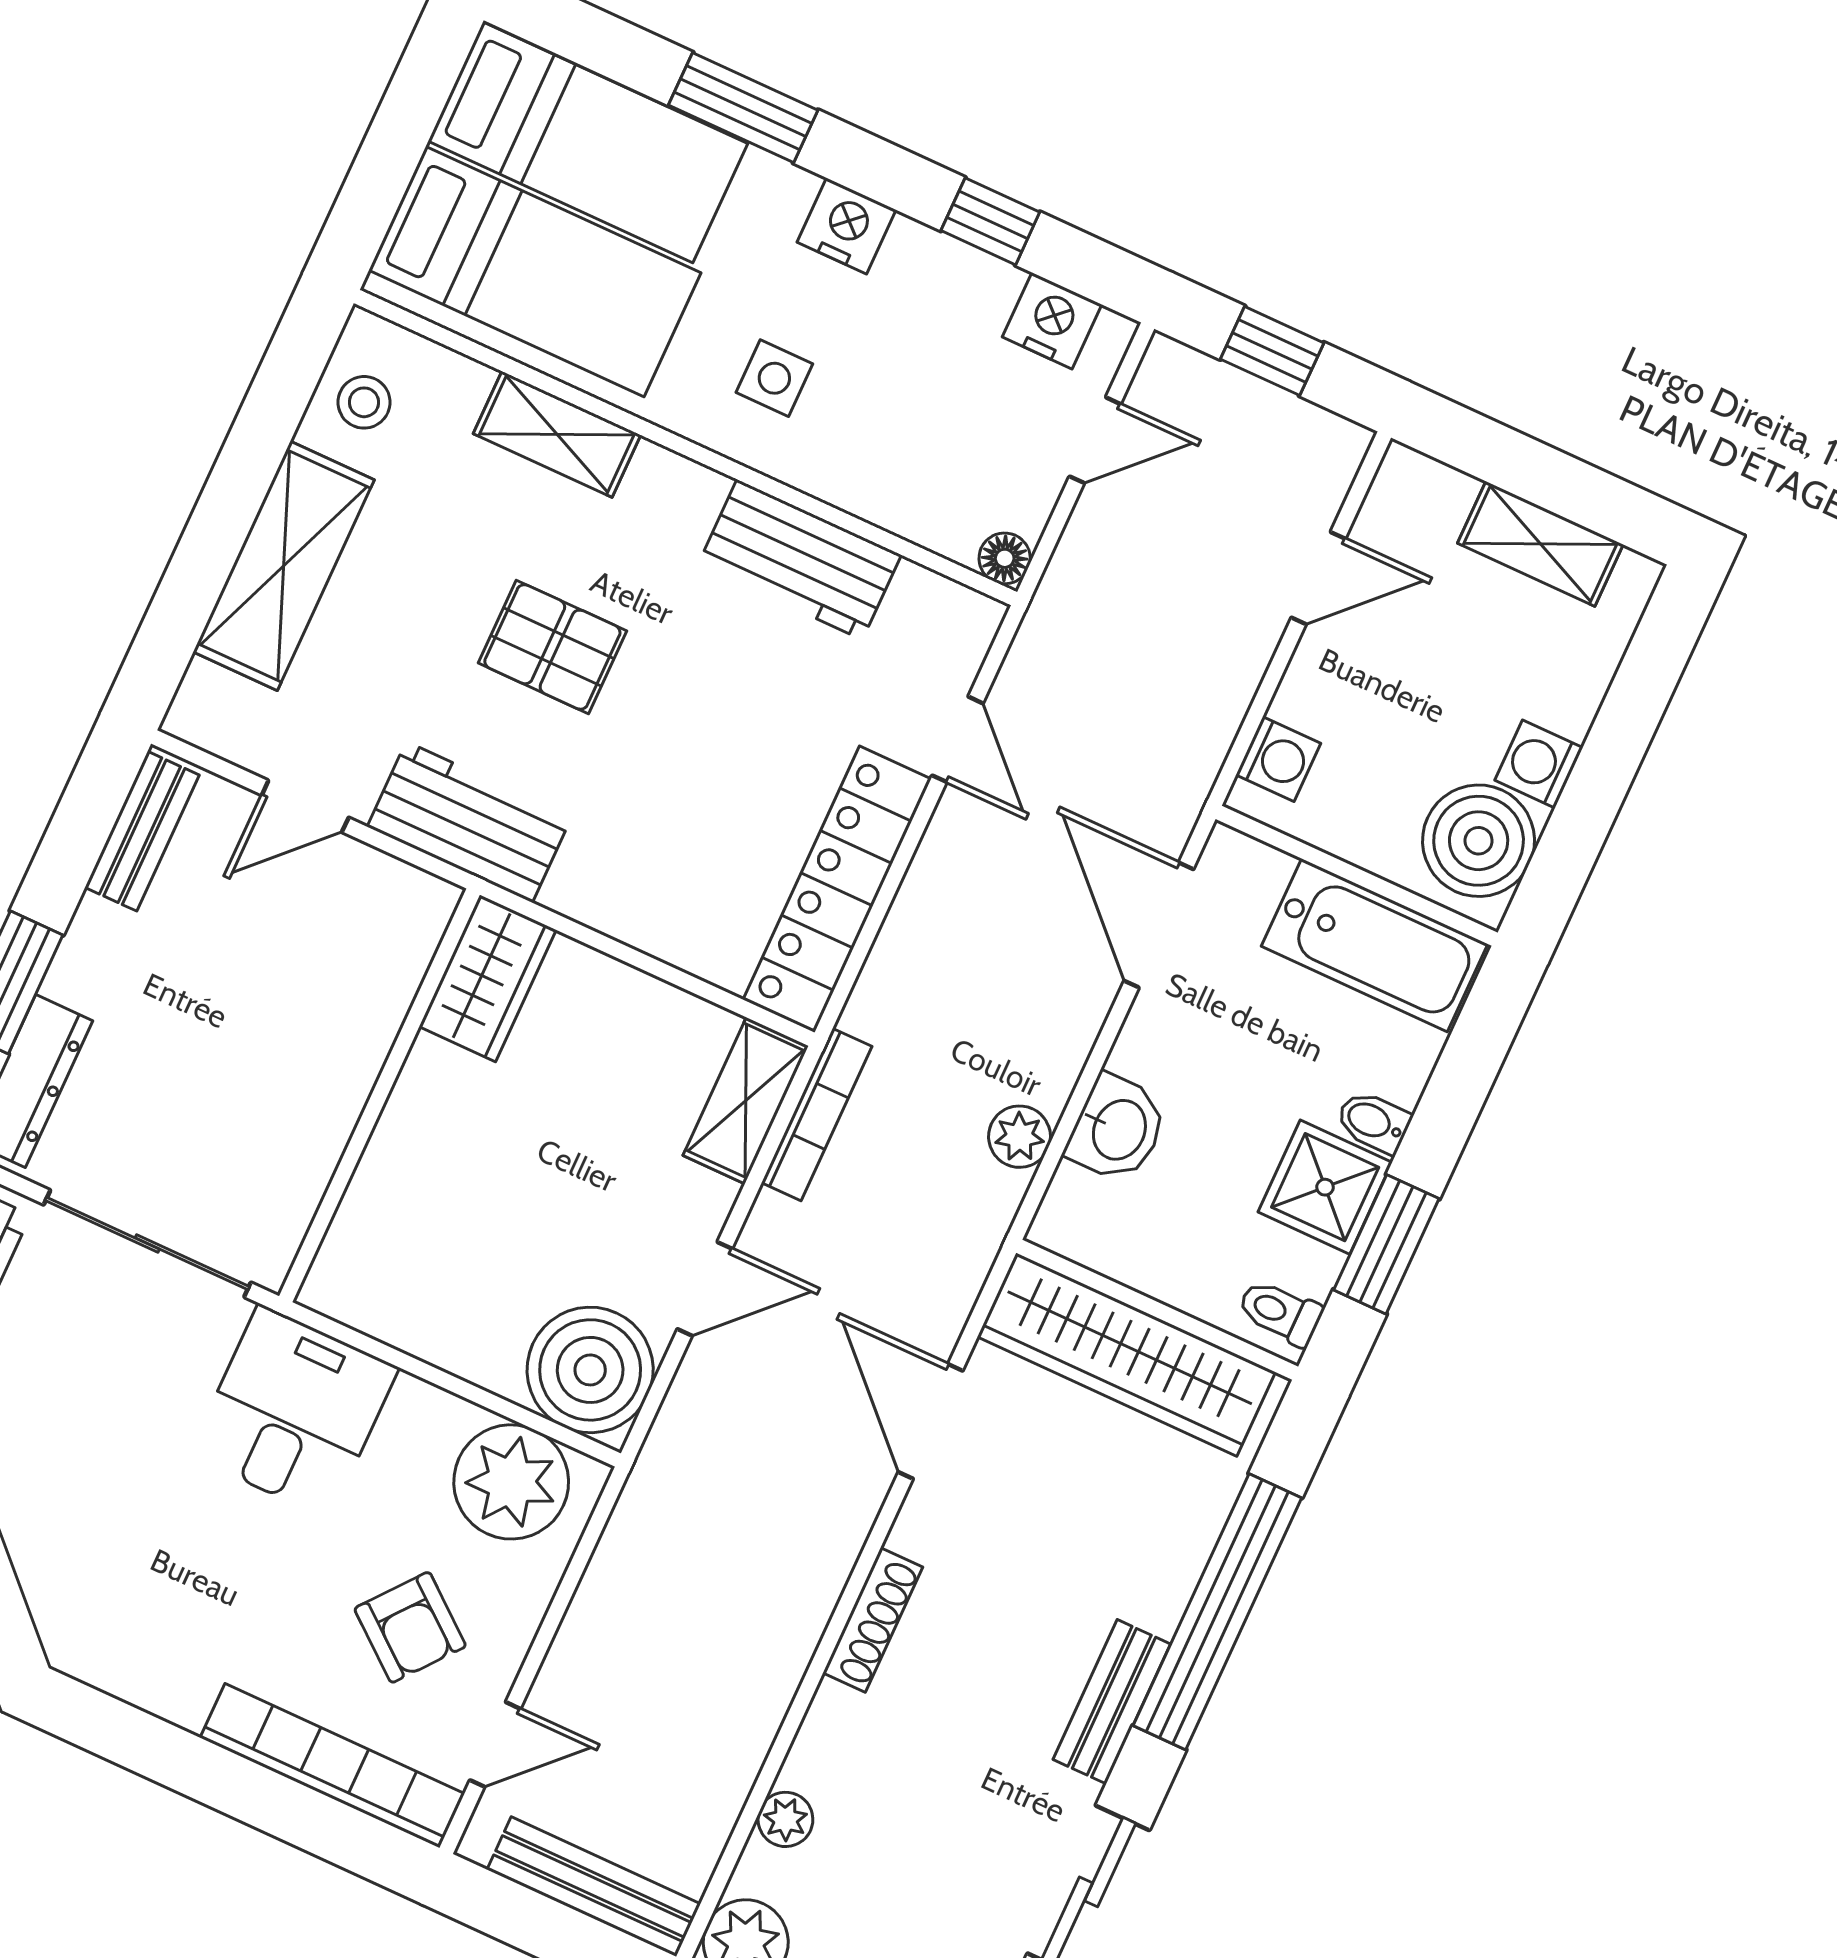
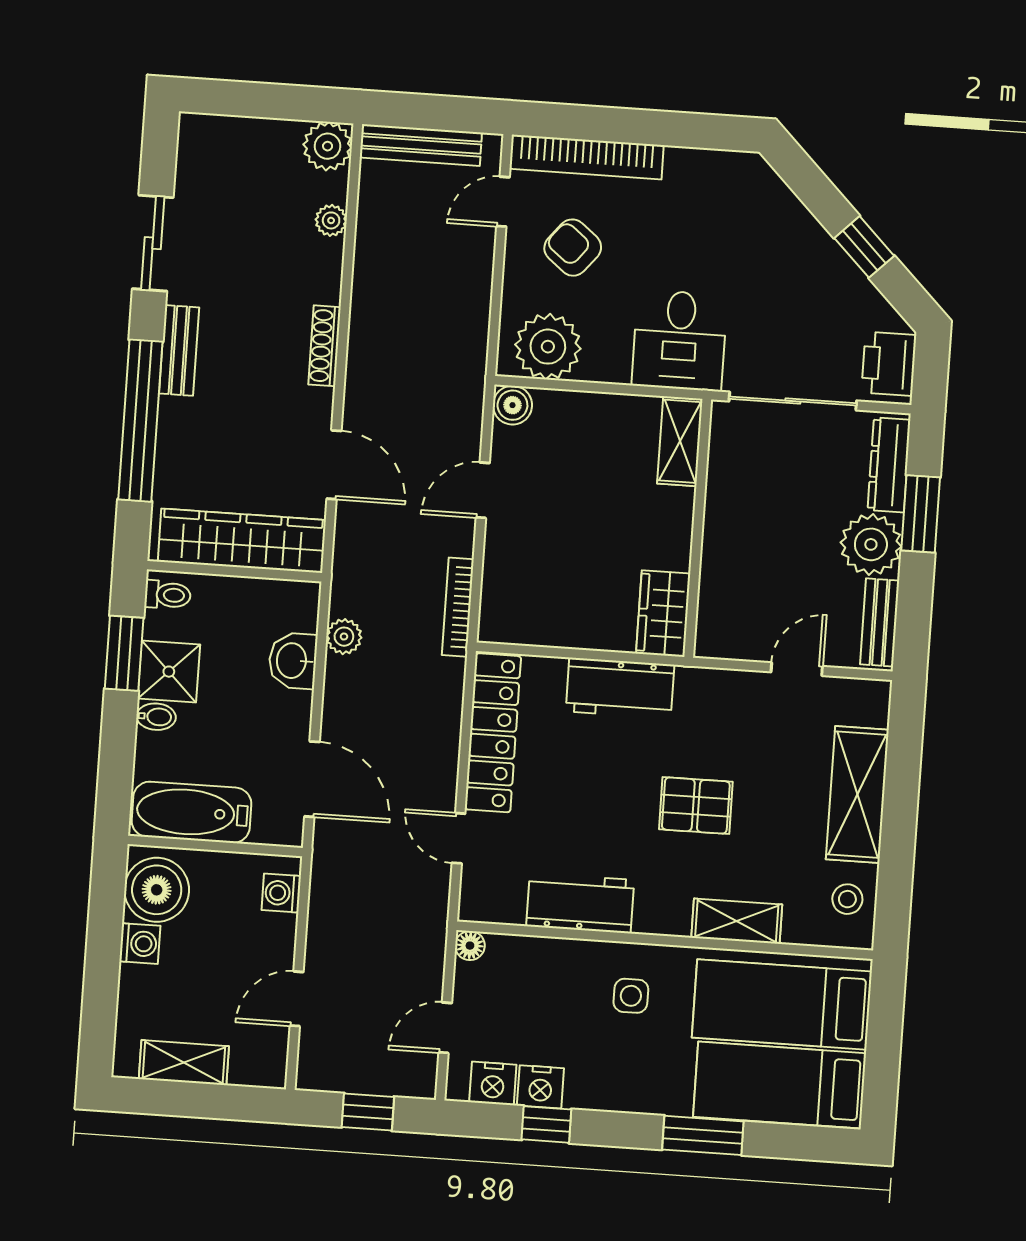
nightstand: (847, 226) -> (540, 1087), moved
workbench: (469, 822) -> (620, 688), moved
plant: (108, 963) -> (871, 544), added
shelving: (746, 1101) -> (680, 441), moved
boiler: (590, 1370) -> (512, 405), width x0.54, depth x0.54

